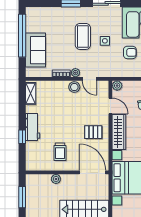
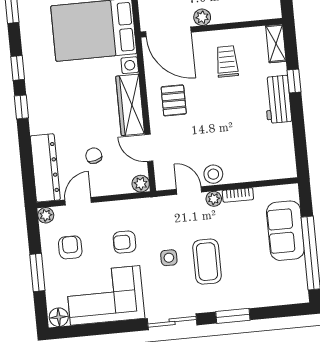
shelving: (31, 93) -> (276, 43), moved
pallet: (93, 132) -> (174, 100), turned 90
plant: (56, 179) -> (202, 17), moved

